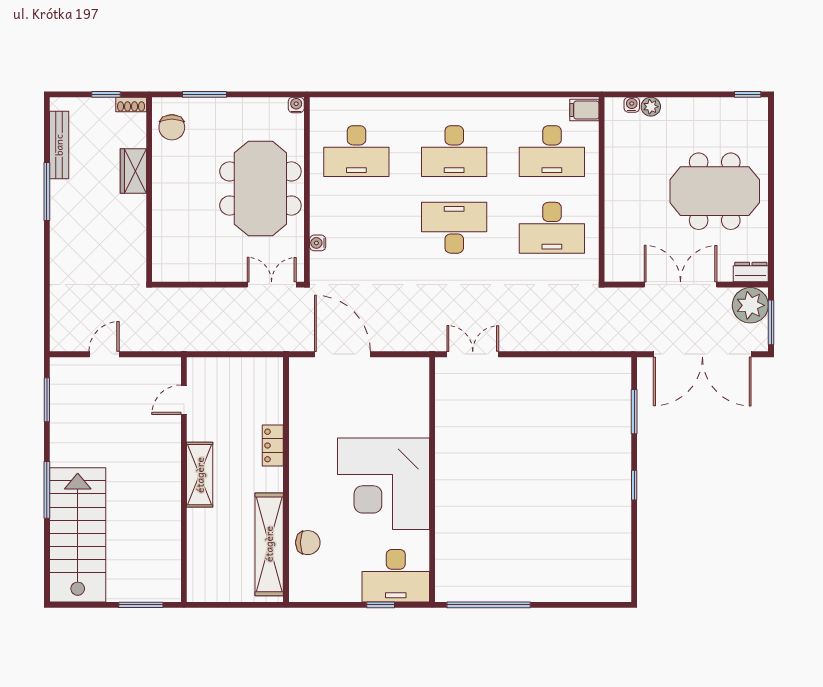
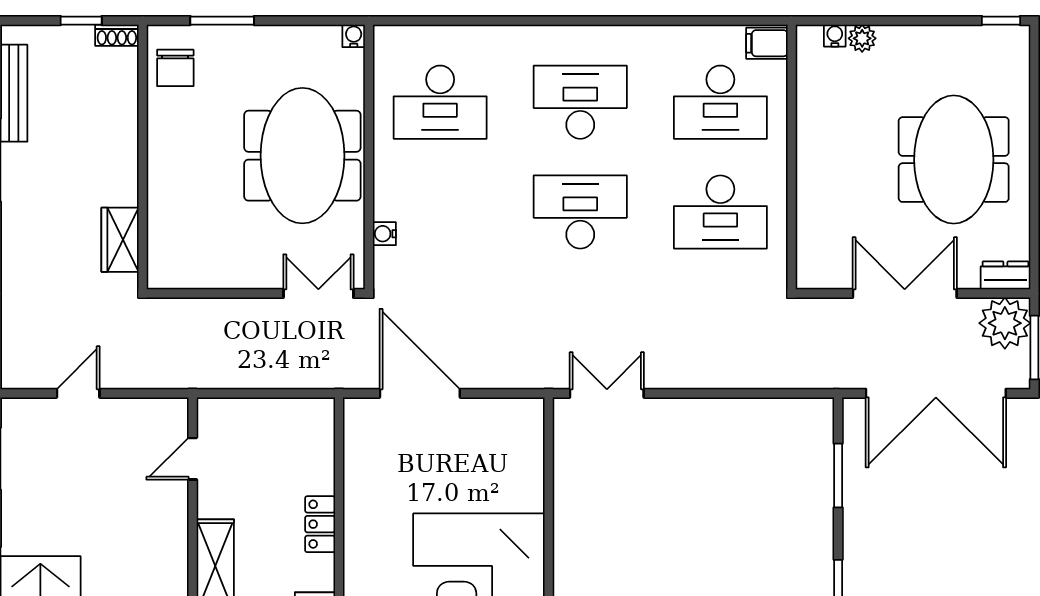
desk: (454, 151) -> (580, 102), turned 180
wardrobe: (133, 171) -> (120, 240), moved
meeting table: (715, 191) -> (954, 160), turned 90

